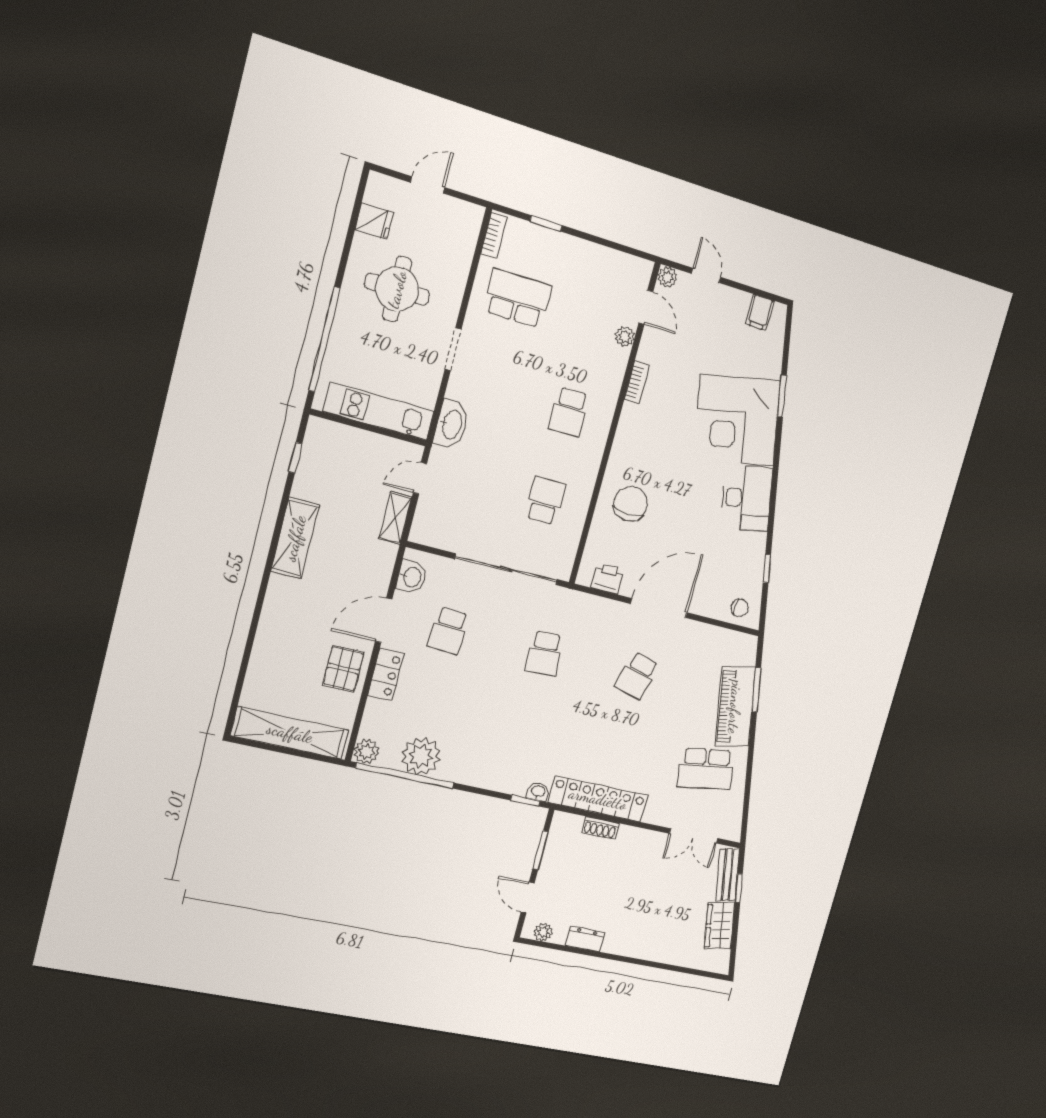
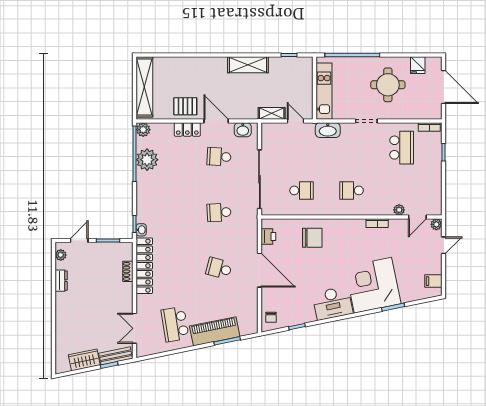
door: (427, 185) -> (444, 87), width x1.88

